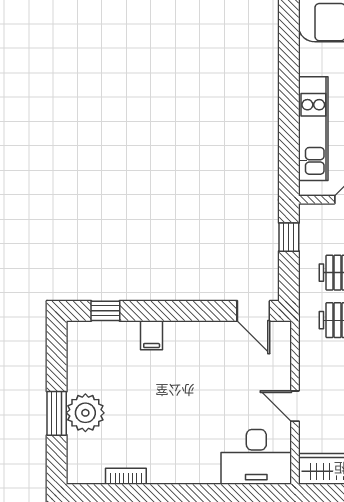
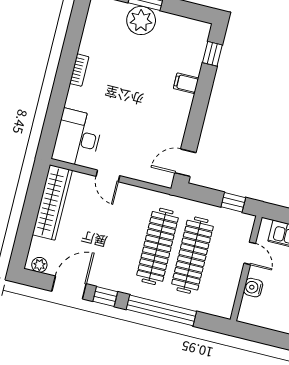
door: (295, 406) -> (108, 176), swing flipped
bookcase: (126, 476) -> (79, 70), moved

